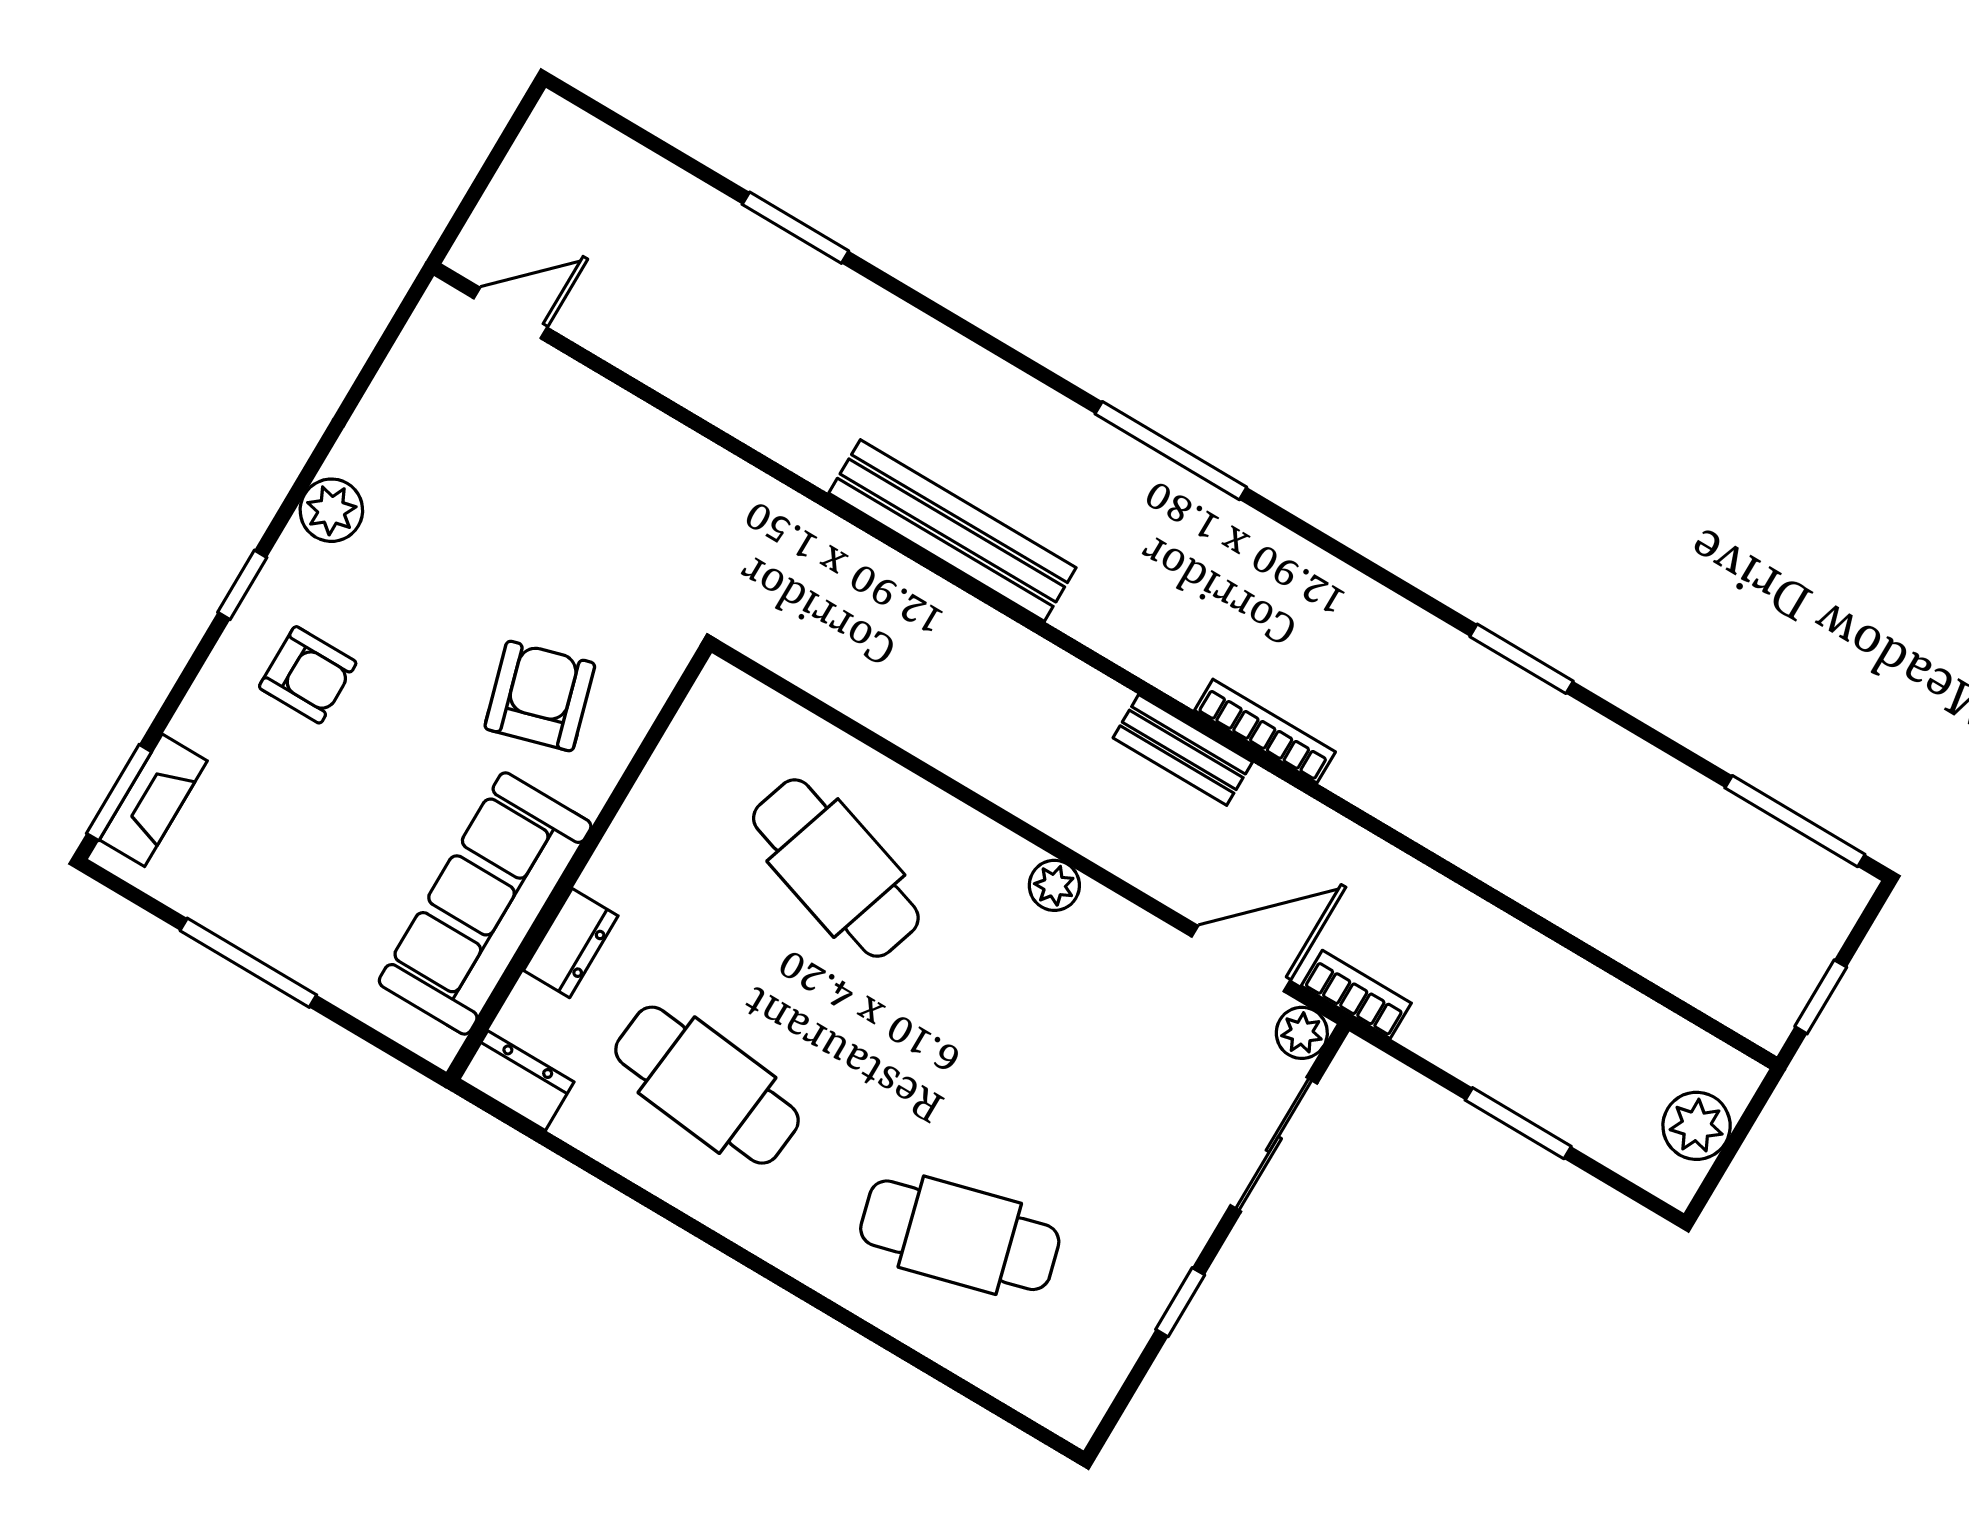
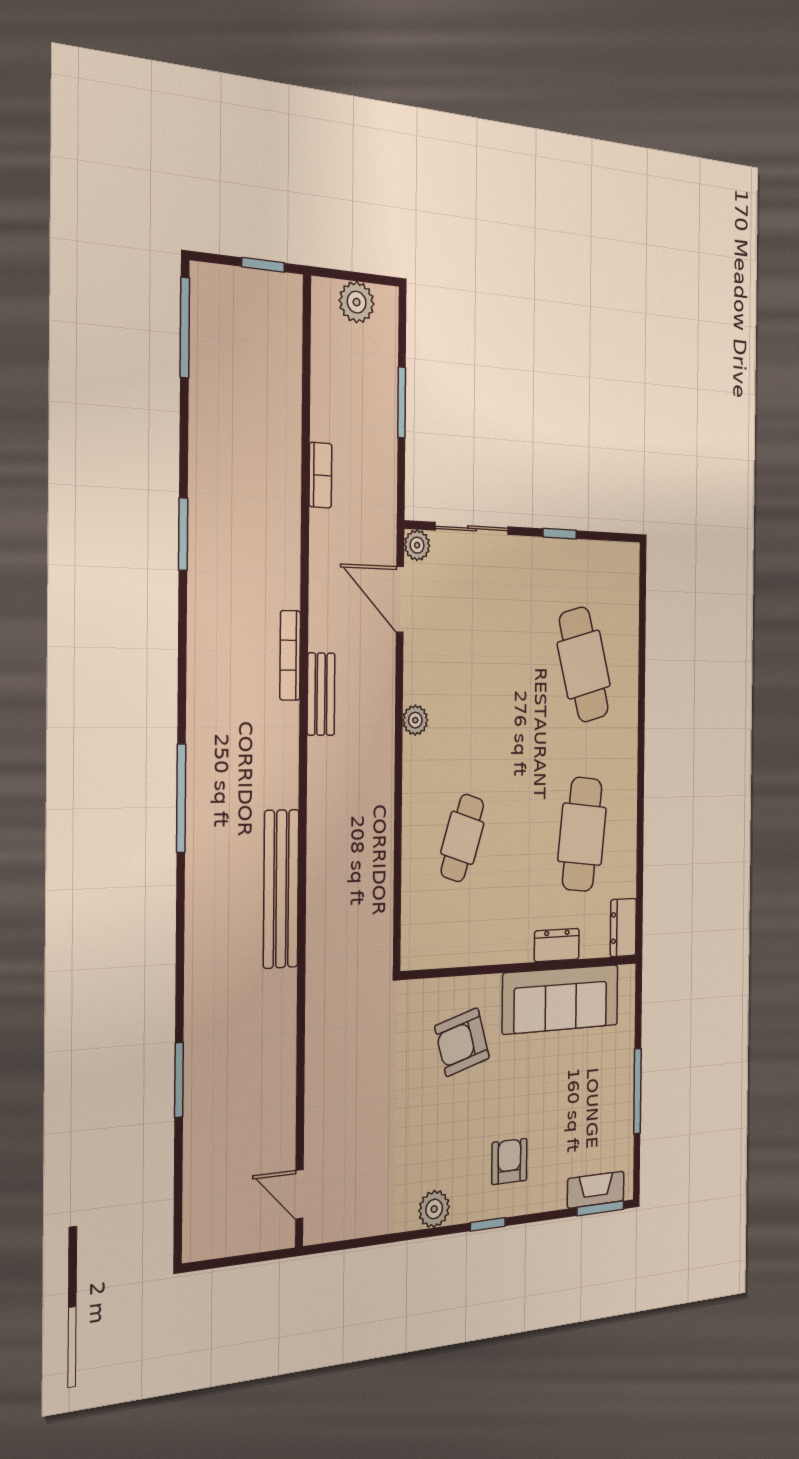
cafe table: (836, 868) -> (462, 838), width x0.73, depth x0.74
bookcase: (1356, 994) -> (320, 475), moved, turned 180

